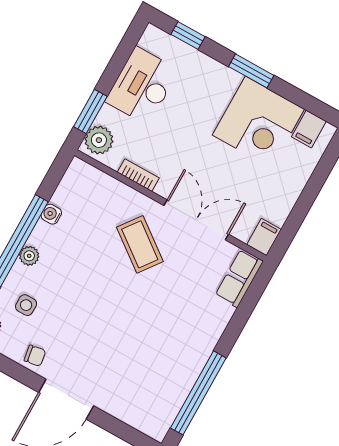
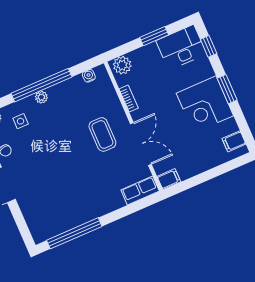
desk: (142, 86) -> (181, 47), moved
window: (90, 112) -> (154, 36), moved
corner desk: (258, 122) -> (205, 104), moved
water cooler: (51, 214) -> (89, 76), moved
coffee table: (140, 244) -> (102, 134), turned -37

